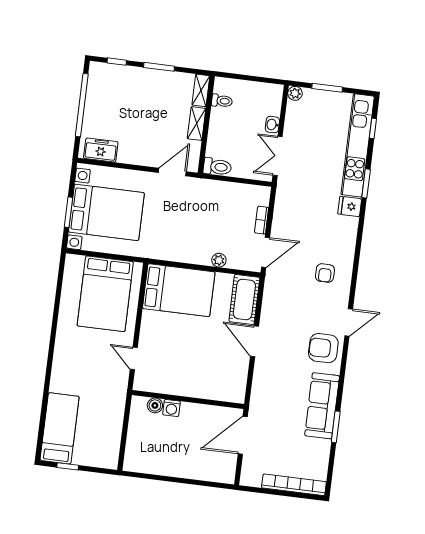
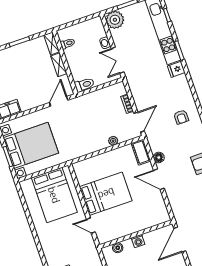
plant: (295, 93) -> (115, 20), width x1.88, depth x1.88
bed: (179, 290) -> (106, 194), moved
cot: (244, 299) -> (141, 152), width x0.73, depth x0.75
floor lamp: (269, 312) -> (159, 157), added
washing machine: (172, 408) -> (138, 241), moved

